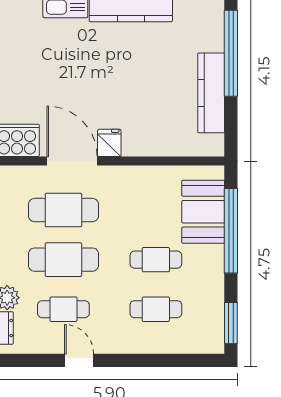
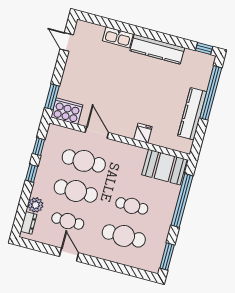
fridge: (109, 143) -> (143, 133), moved
door: (72, 161) -> (97, 133), width x0.73
booth: (203, 212) -> (164, 167), moved, turned 90
cafe table: (156, 309) -> (124, 236), width x1.37, depth x1.35

